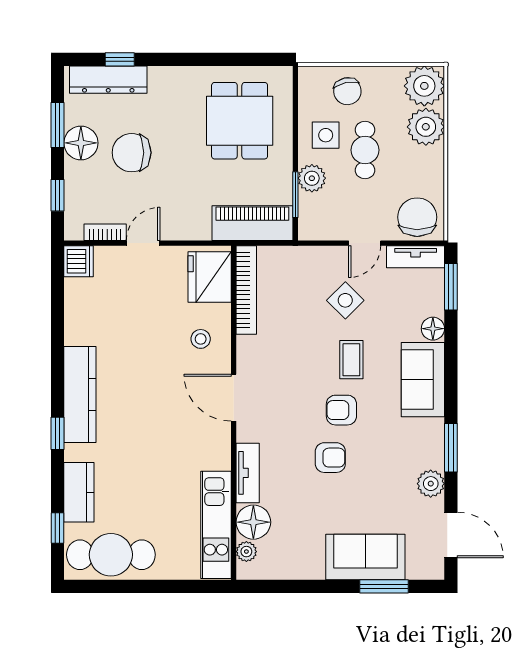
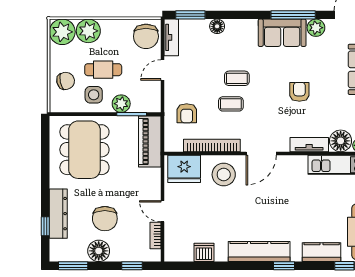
dresser: (108, 80) -> (58, 214), moved
dining table: (240, 121) -> (84, 150), width x1.38
window: (58, 125) -> (73, 266), moved
chair: (417, 217) -> (146, 36), turned -90
door: (365, 243) -> (163, 70), swing flipped
dishwasher: (79, 261) -> (204, 252), moved
bookcase: (246, 290) -> (212, 145), moved
side table: (345, 300) -> (199, 82), removed
stool: (201, 339) -> (224, 175), width x1.89, depth x1.89
coffee table: (311, 350) -> (231, 104), added
sofa: (423, 380) -> (282, 33), moved
armchair: (341, 410) -> (187, 113), moved
window: (451, 448) -> (293, 15), width x1.44

